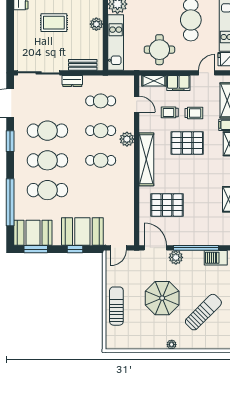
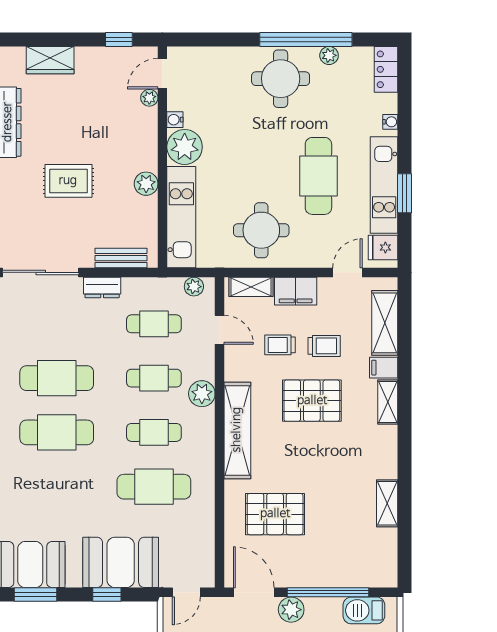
plant: (123, 80) -> (194, 287), added
cafe table: (47, 190) -> (154, 487), moved

